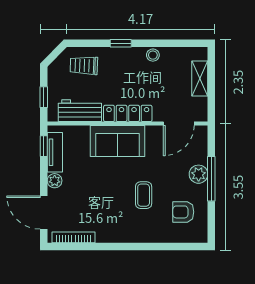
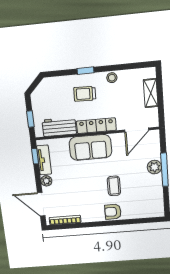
trolley: (84, 66) -> (85, 94), moved
armchair: (183, 212) -> (113, 212), moved

